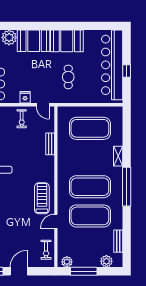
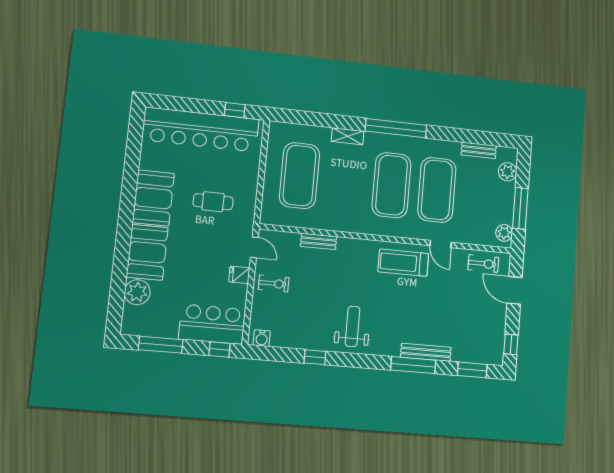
window: (127, 71) -> (235, 110), moved
door: (43, 105) -> (254, 247), hinge flipped
door: (19, 271) -> (515, 290), moved

